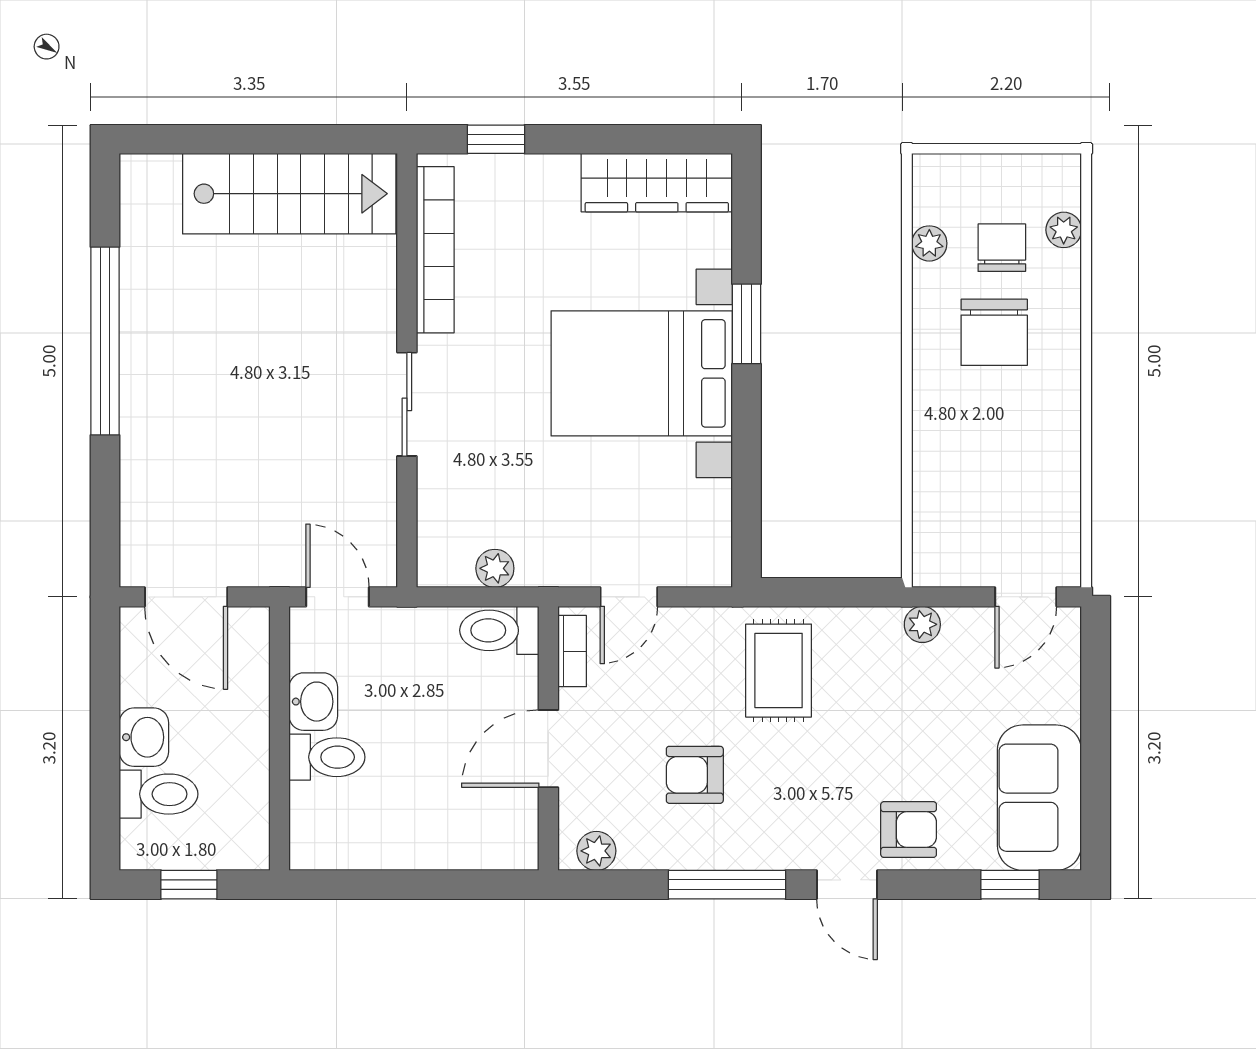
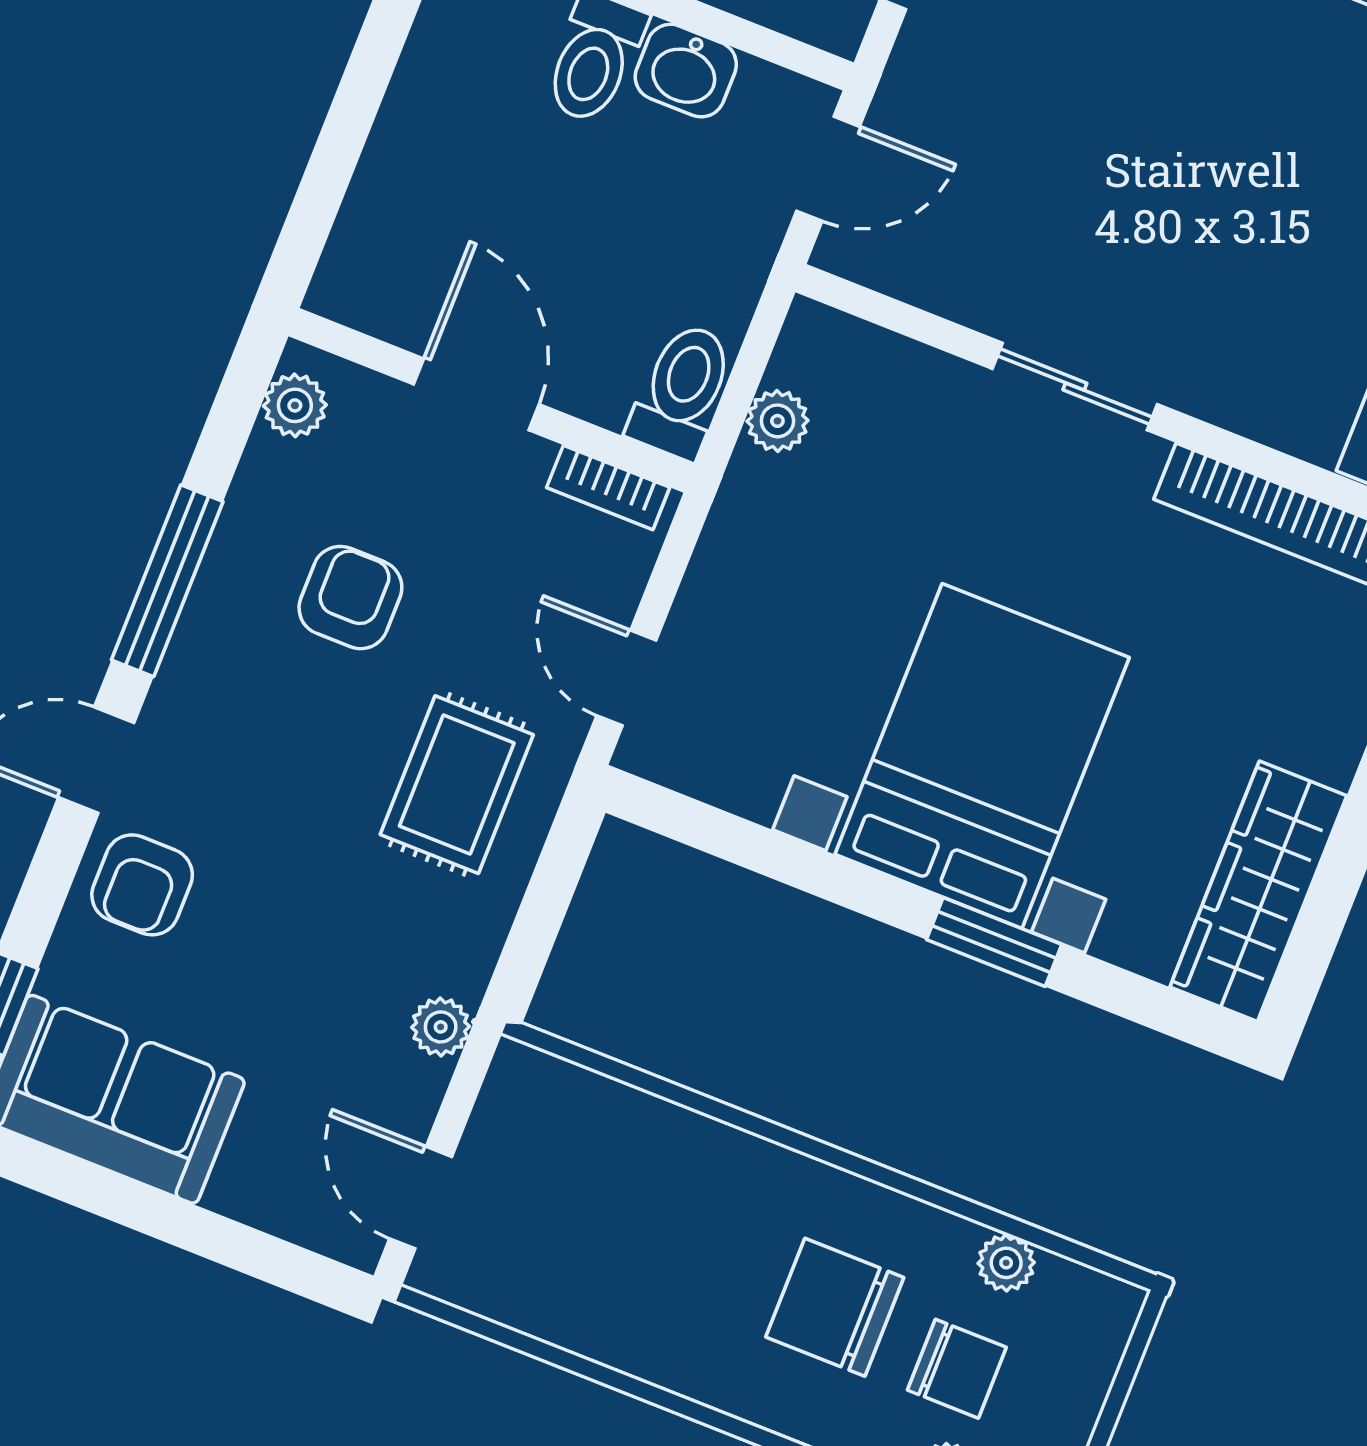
door: (629, 597) -> (626, 678), moved
rug: (779, 671) -> (457, 785), turned 90

